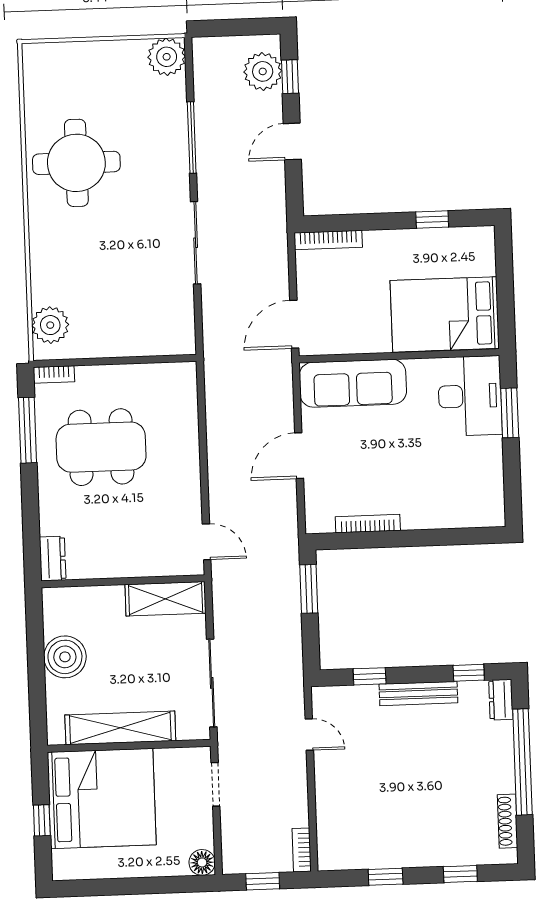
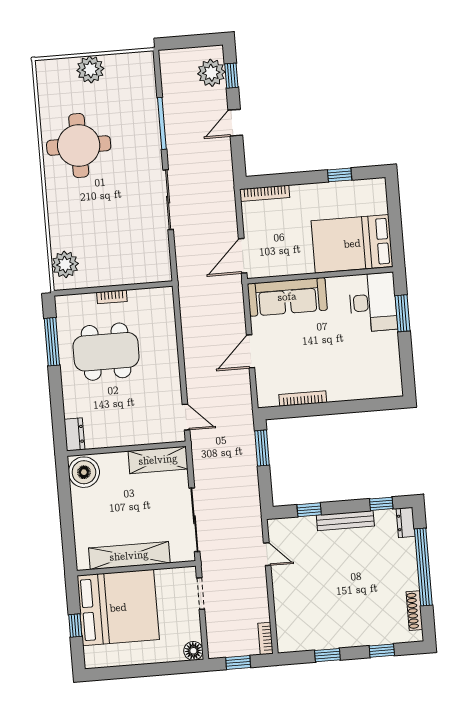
plant: (167, 57) -> (90, 69), moved
bookcase: (54, 374) -> (112, 297), moved
boiler: (65, 657) -> (84, 472), moved

